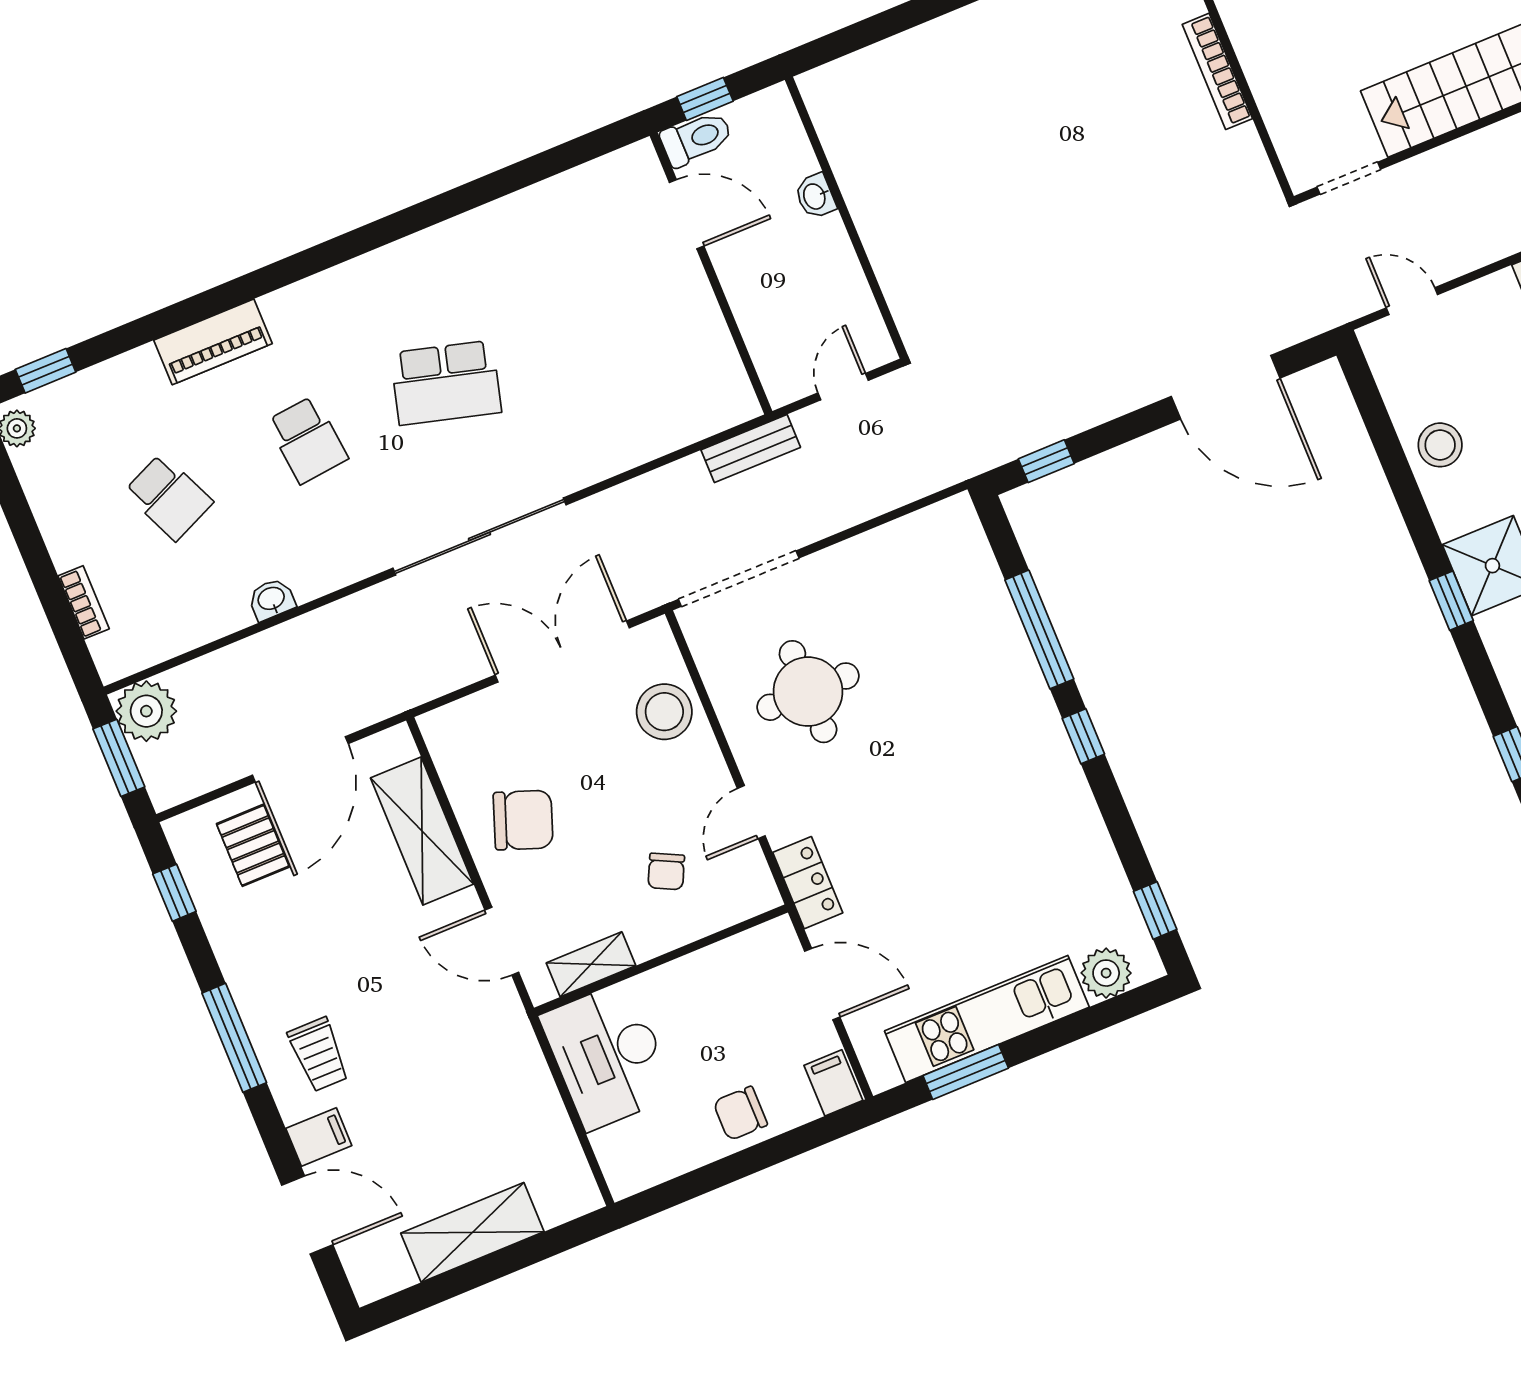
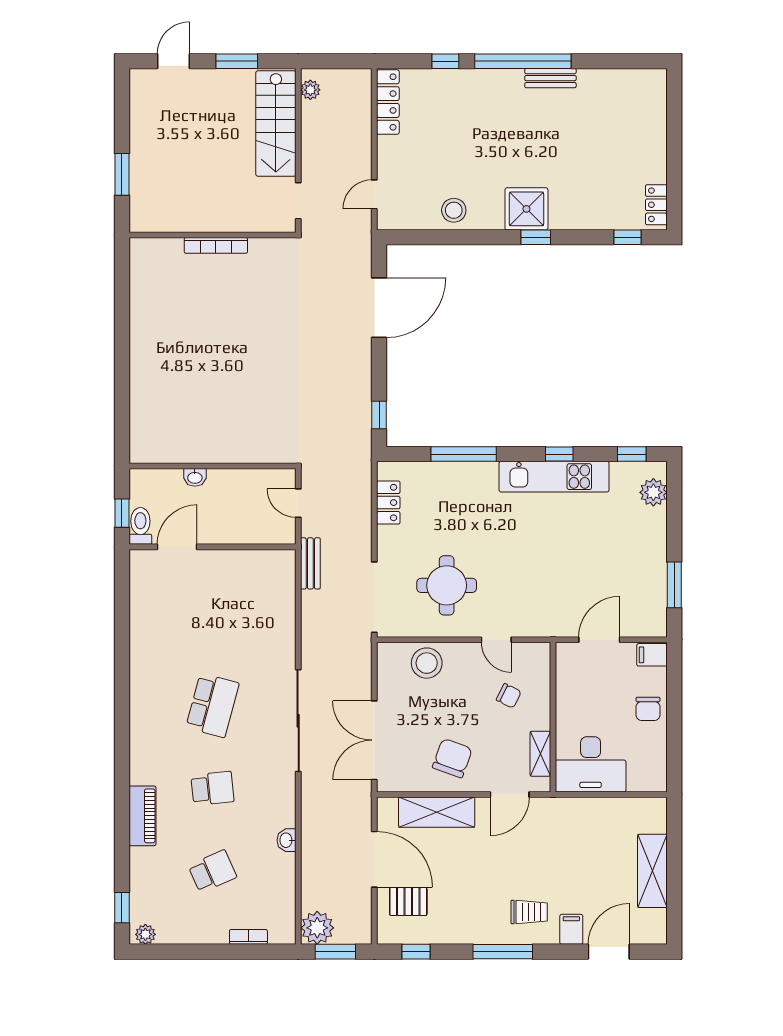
double door: (562, 651) -> (374, 740), moved
window: (1083, 736) -> (559, 454), moved
locker: (808, 883) -> (388, 503), moved, turned 90
kitchen unit: (987, 1019) -> (554, 477), moved, turned -90

